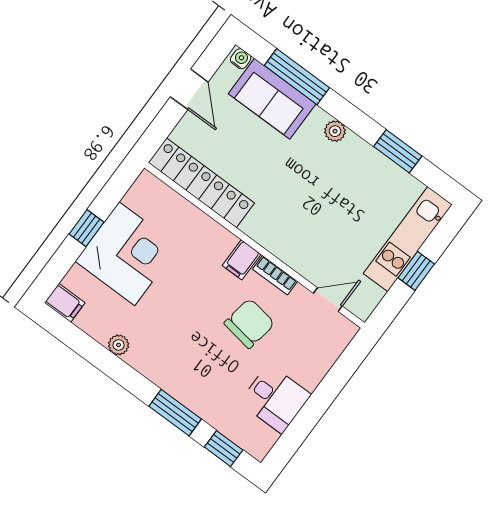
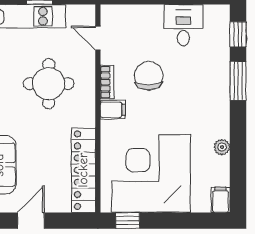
round table: (318, 213) -> (49, 84), added
window: (87, 228) -> (128, 221), moved
corner desk: (127, 254) -> (151, 173), width x1.36, depth x1.36
chair: (249, 323) -> (149, 76), turned 81

